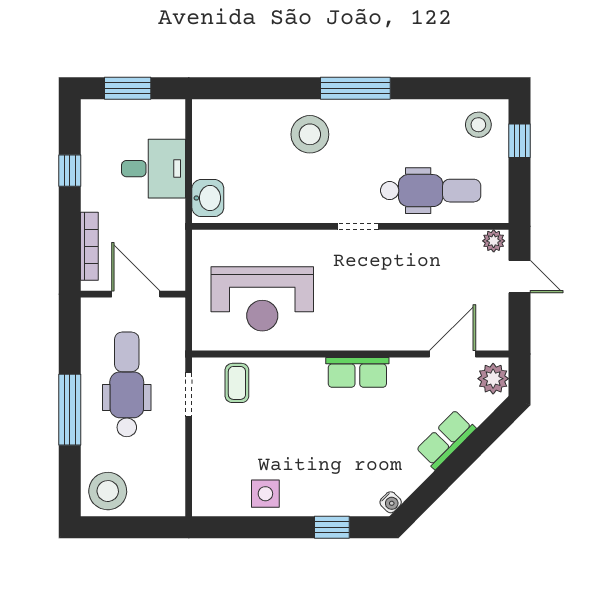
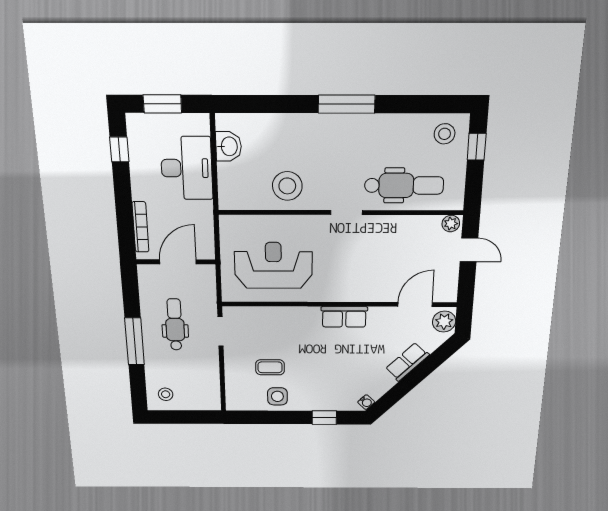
stool: (310, 134) -> (287, 186), moved
desk: (154, 169) -> (187, 168), width x1.37
window: (70, 171) -> (119, 149), moved
washbasin: (208, 198) -> (229, 146), moved
door: (136, 294) -> (178, 262), hinge flipped
reception desk: (262, 299) -> (273, 265), turned 180
coffee table: (237, 383) -> (270, 367), moved, turned 90
dental chair: (127, 384) -> (175, 325), width x0.73, depth x0.72
stool: (108, 491) -> (166, 394), width x0.53, depth x0.53

